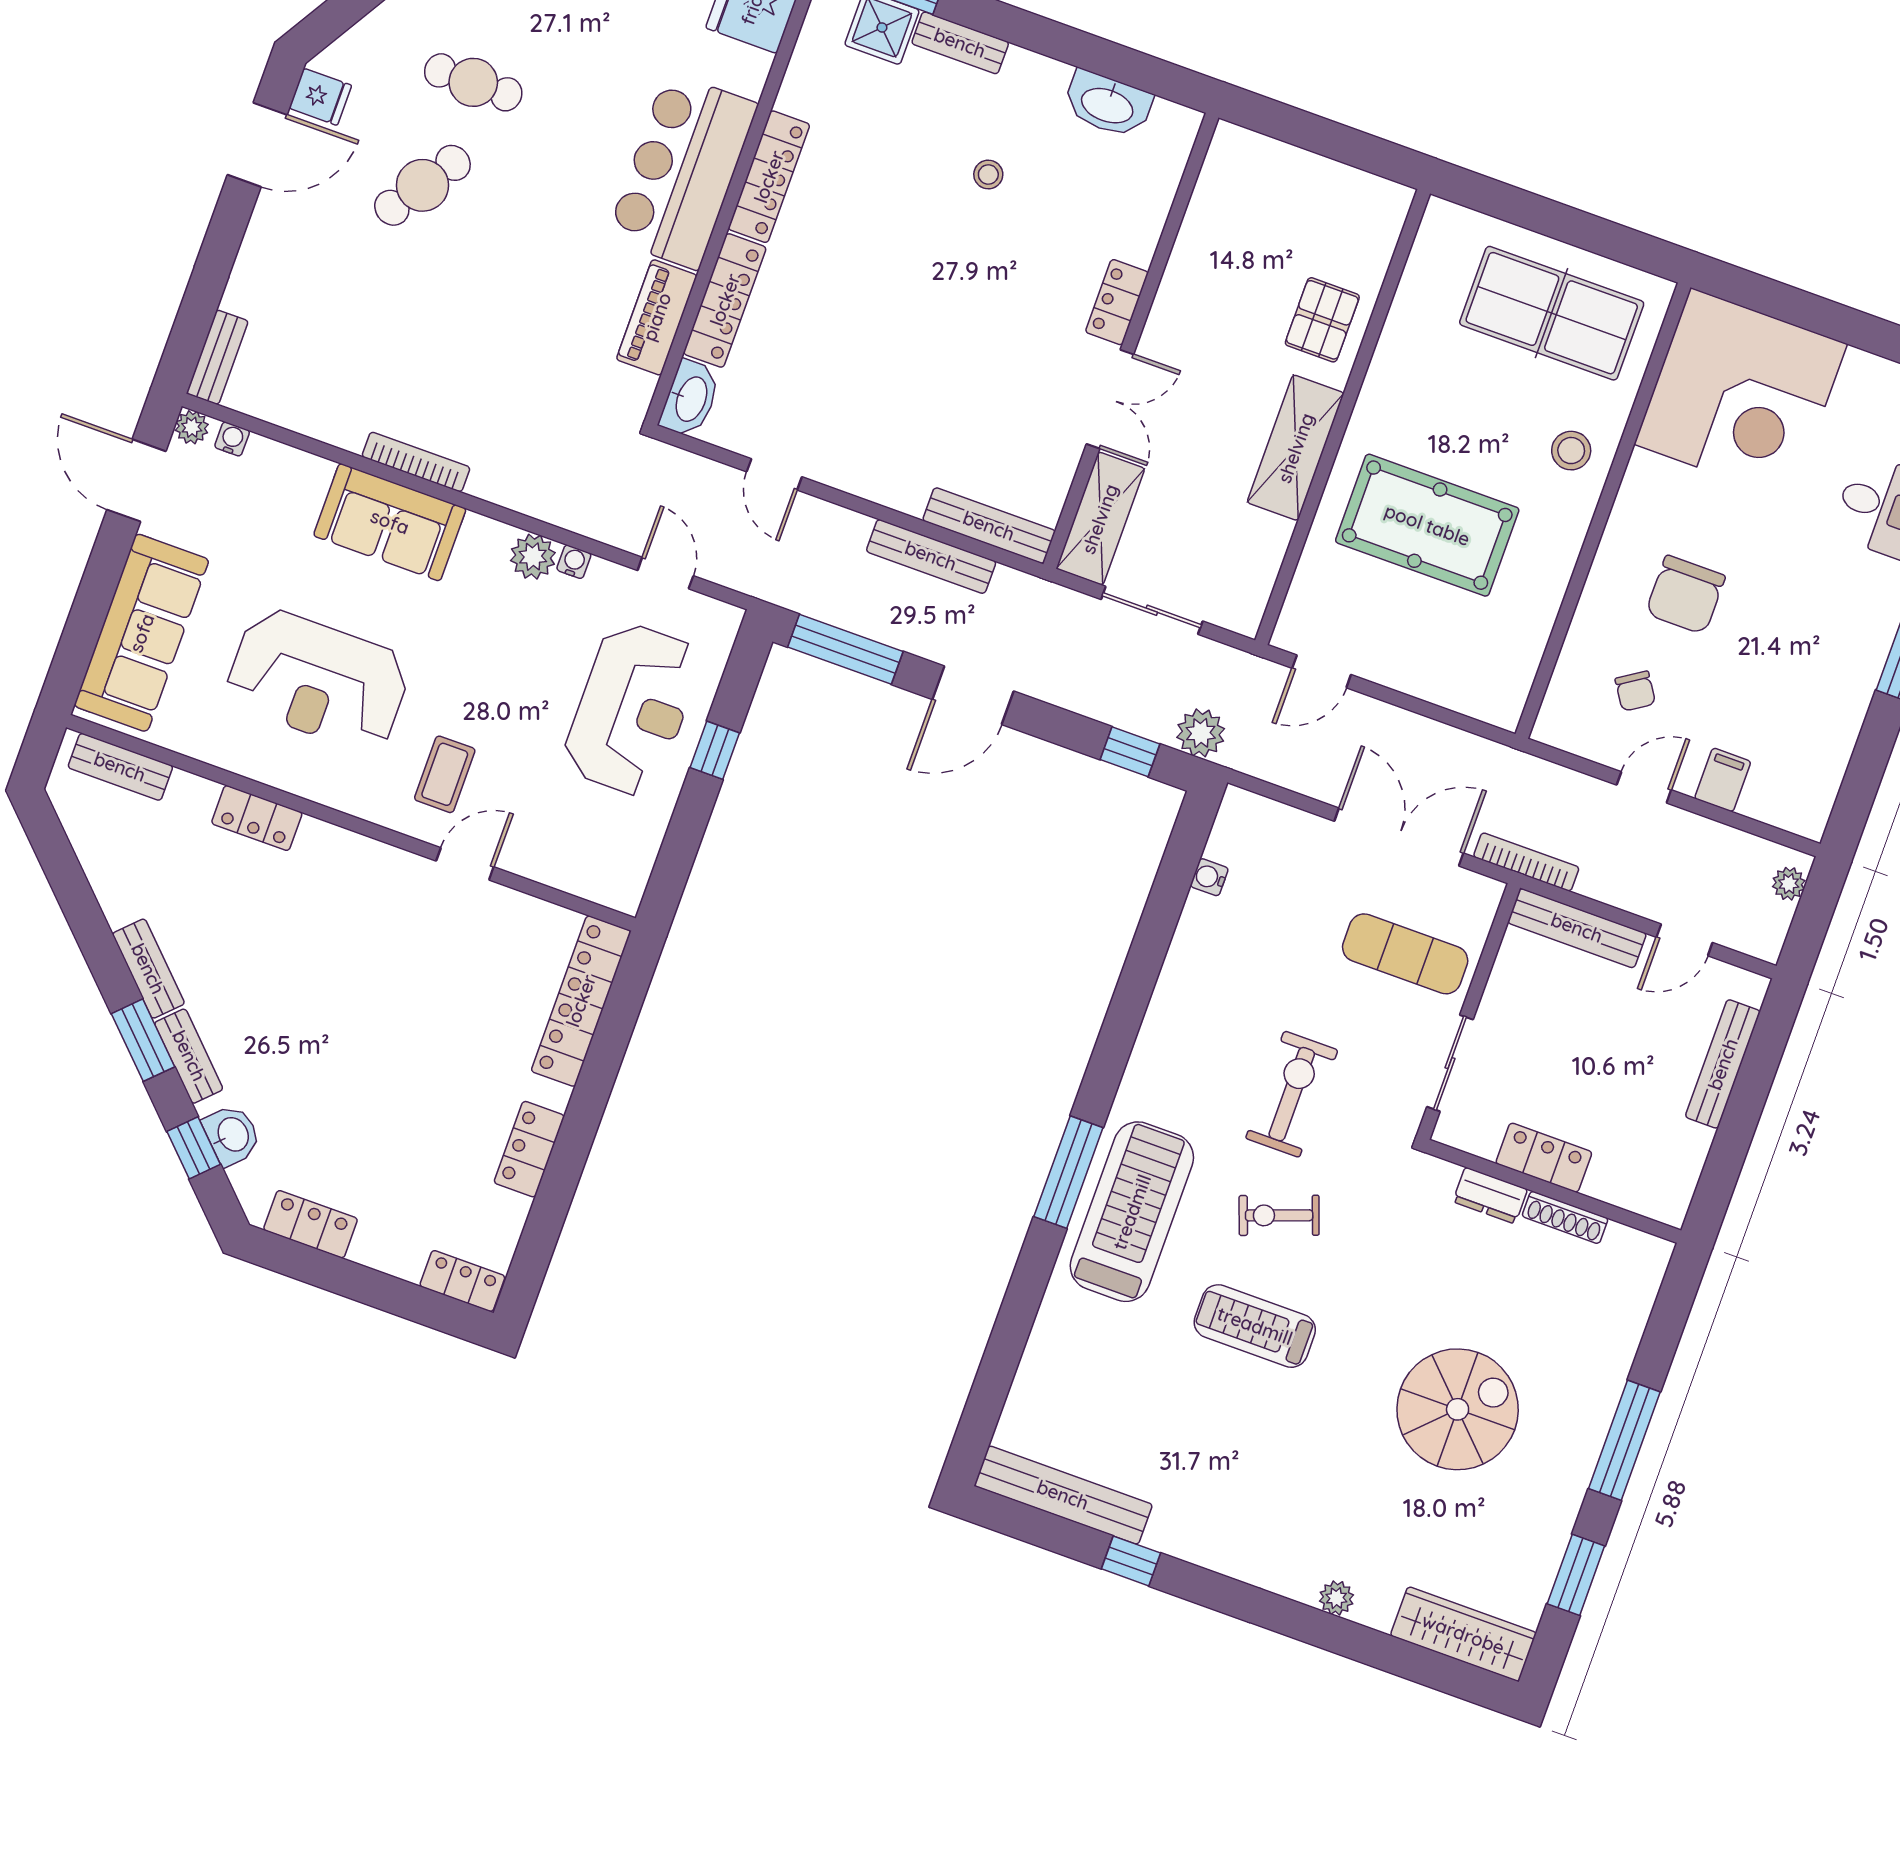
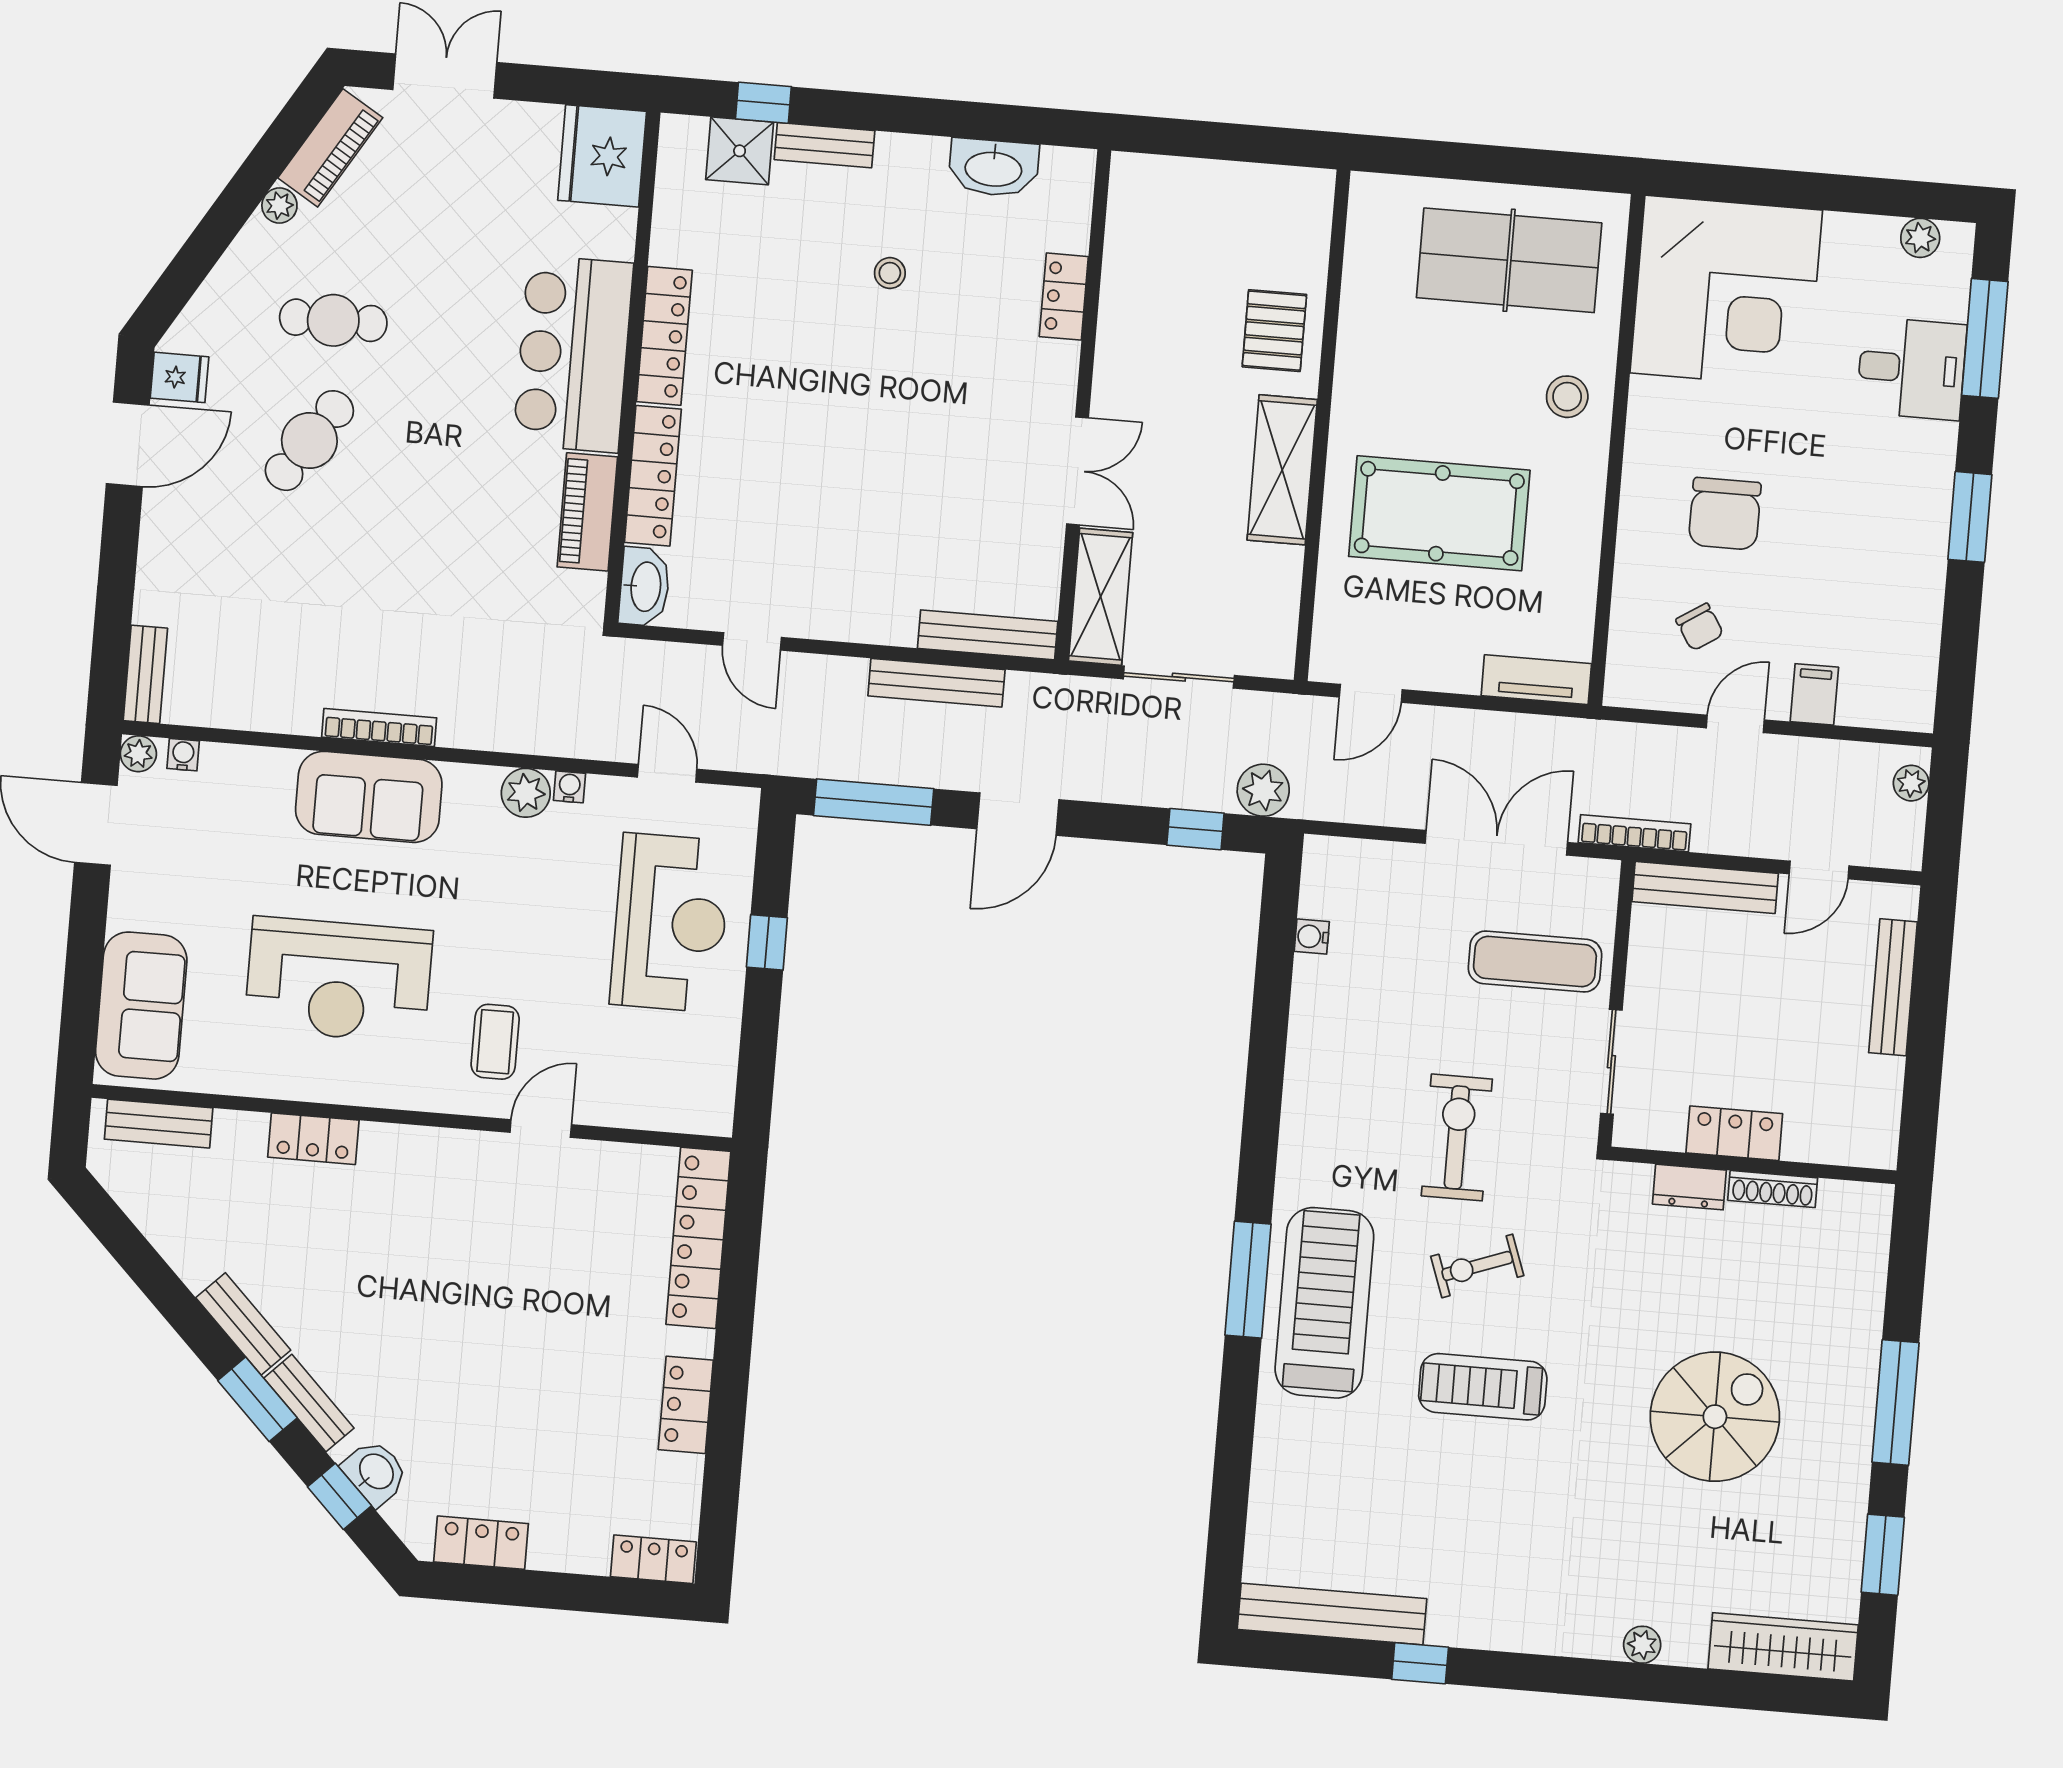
locker: (1117, 302) -> (1064, 297), moved
sofa: (142, 633) -> (141, 1006), width x0.73
tv unit: (1475, 699) -> (1536, 680), added

